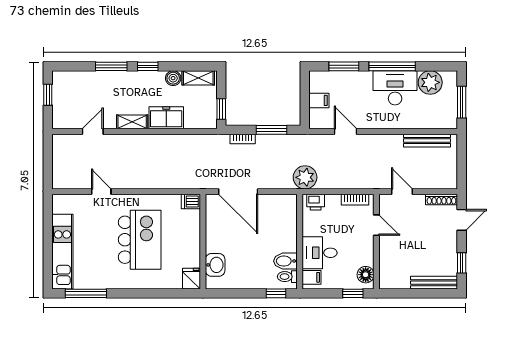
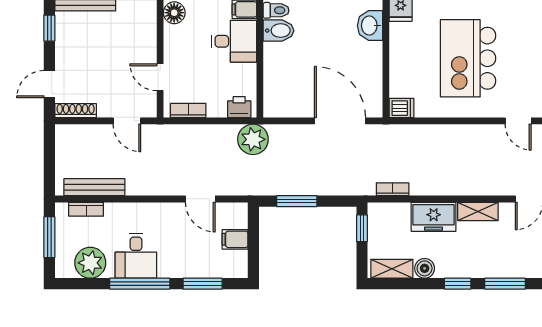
desk: (395, 88) -> (136, 256), width x0.73
bookcase: (433, 124) -> (86, 209), added
bookcase: (243, 139) -> (393, 189), moved

